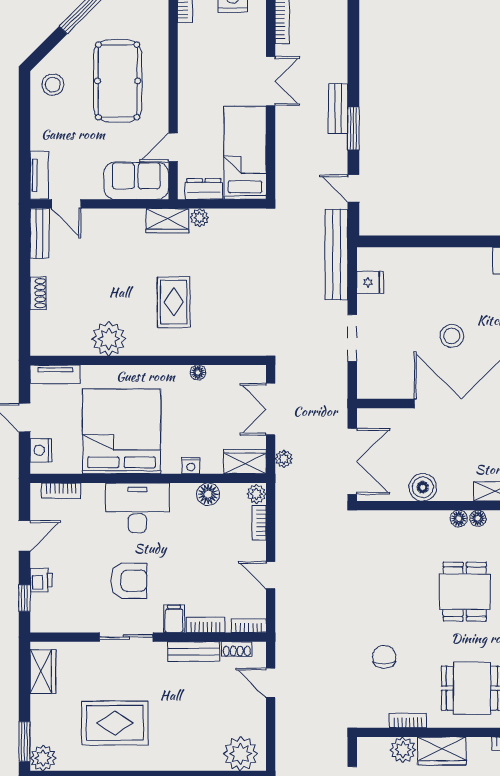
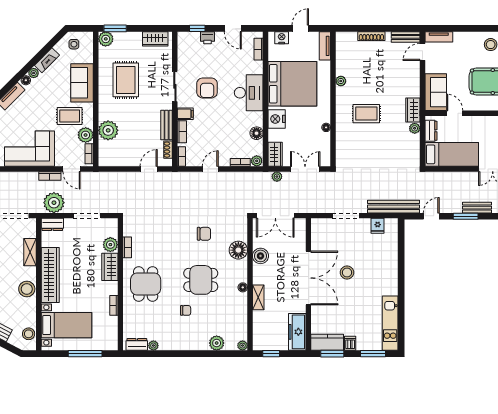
shoe rack: (38, 293) -> (371, 36), width x1.43
plant: (109, 339) -> (341, 81), width x0.53, depth x0.53
nightstand: (191, 466) -> (277, 119), width x1.89, depth x1.79
floor lamp: (459, 519) -> (238, 250), moved, width x1.89, depth x1.89
chair: (384, 657) -> (204, 234), moved
plant: (241, 754) -> (108, 130), moved

